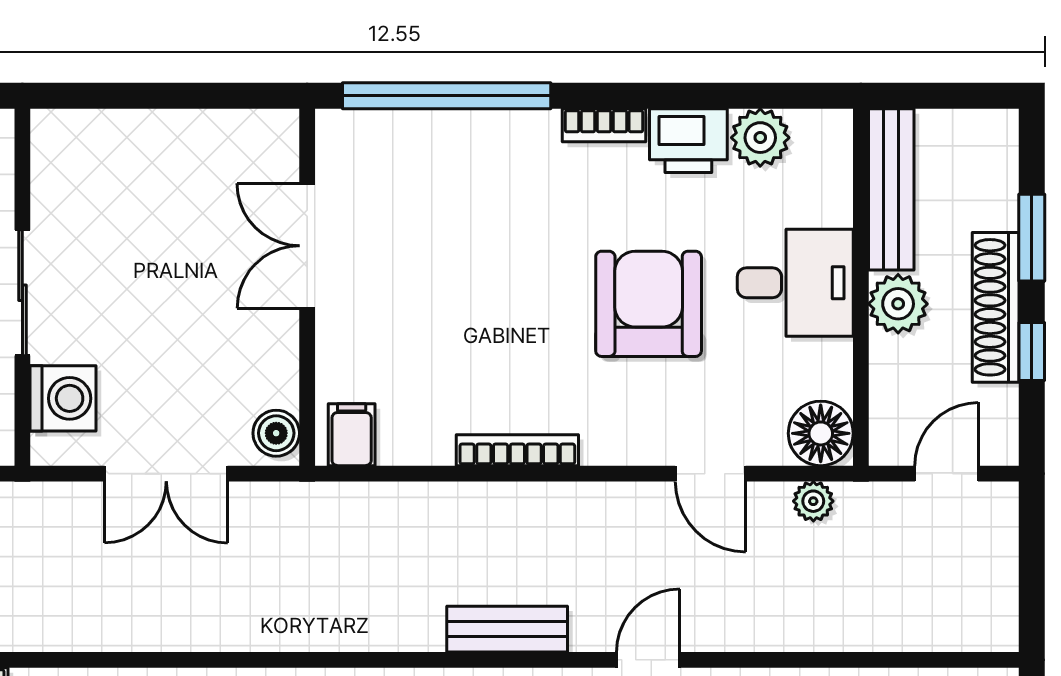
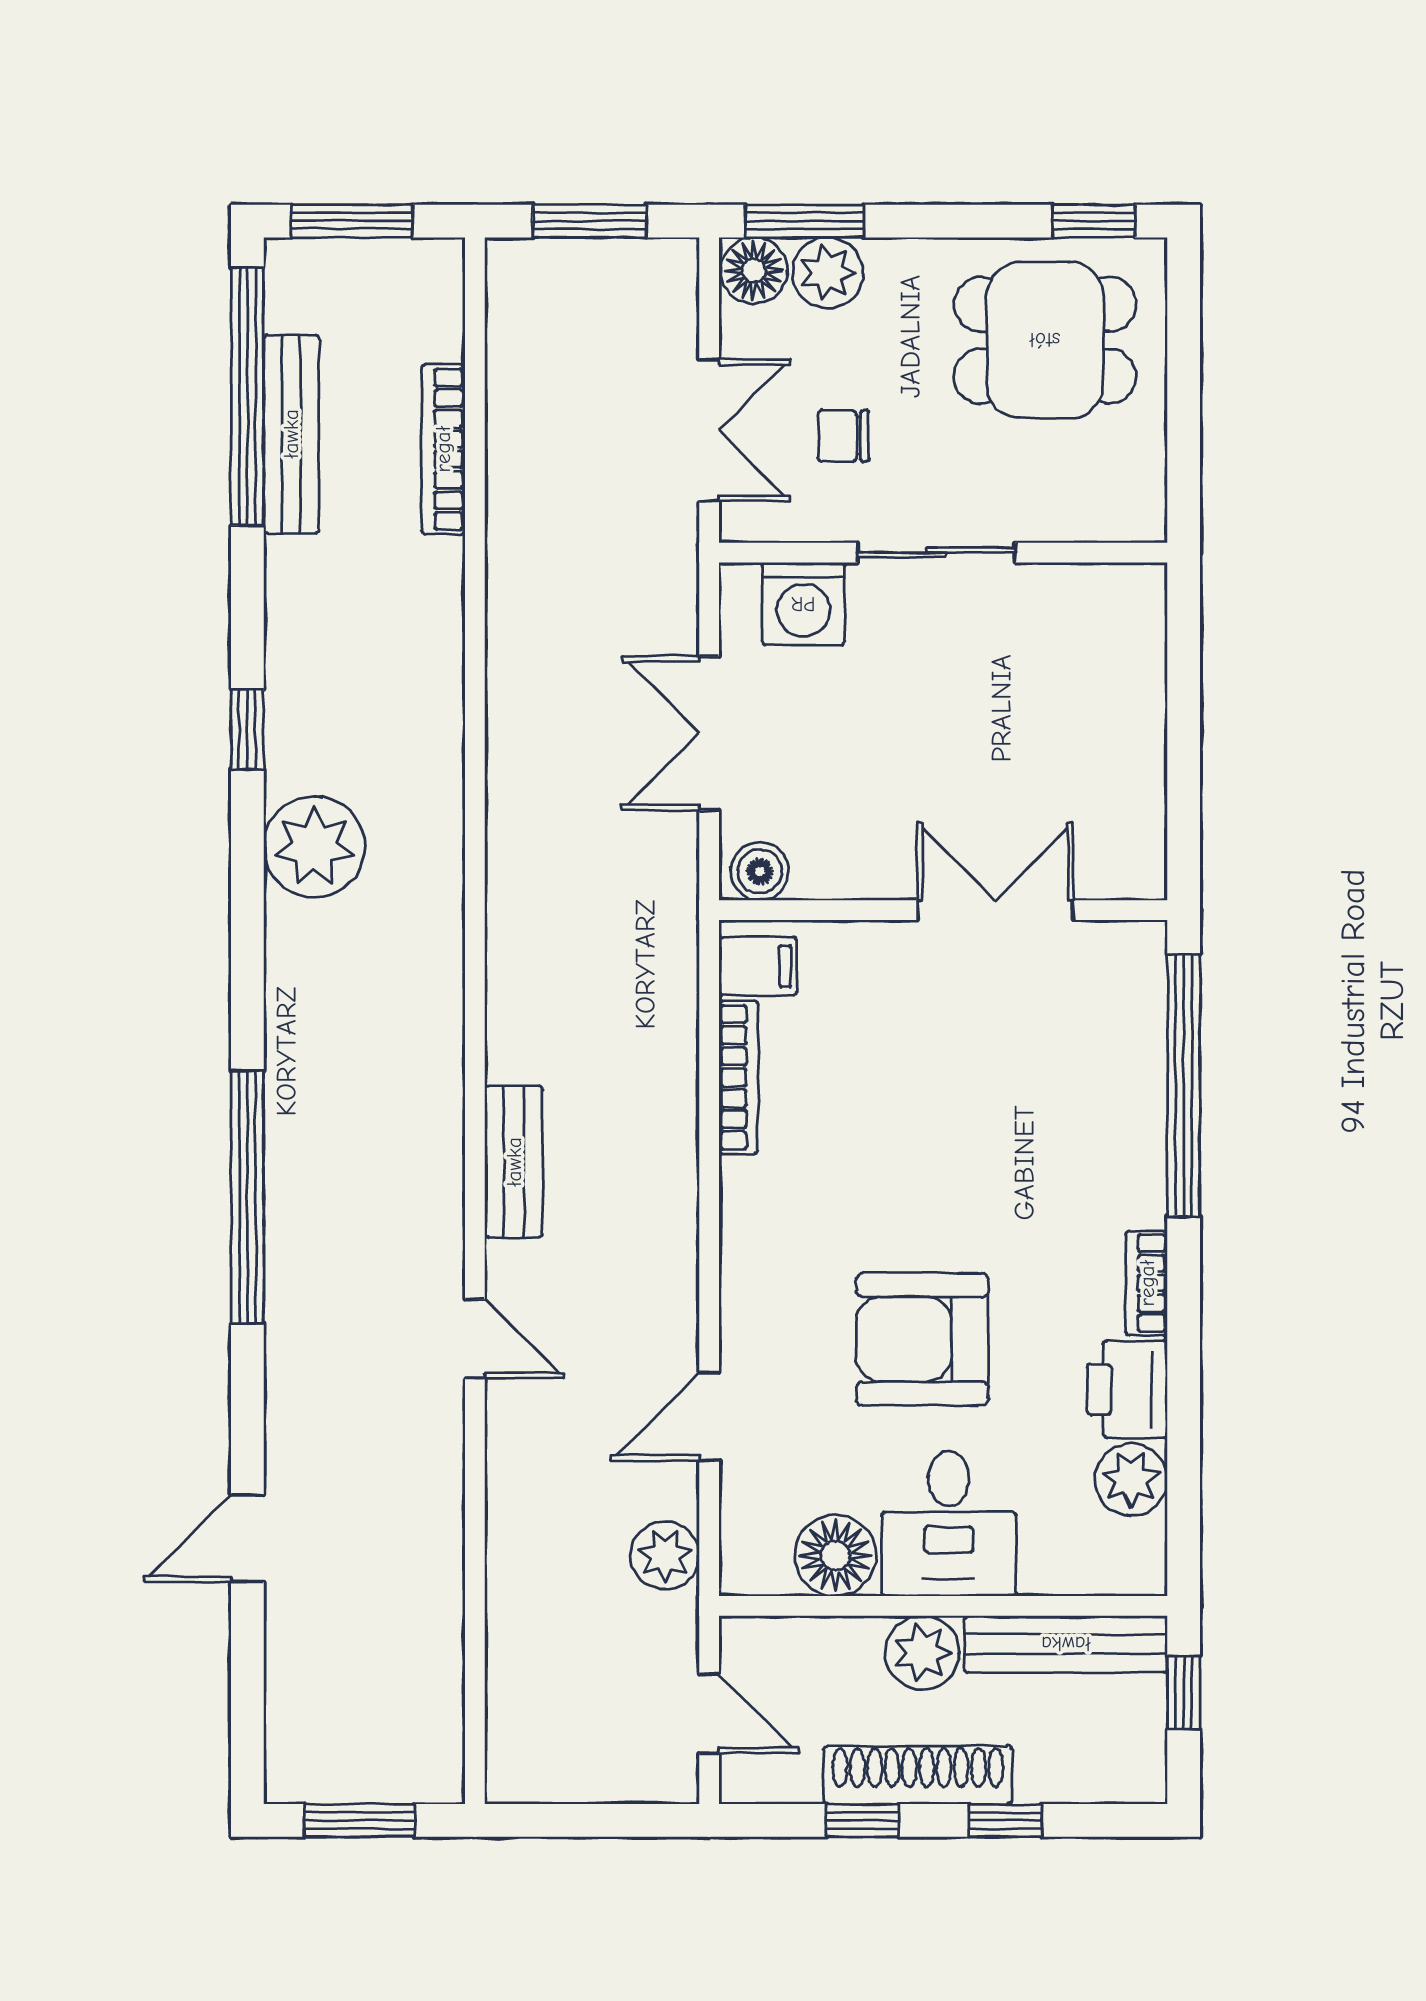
window: (930, 96) -> (1184, 1693), added
window: (1032, 238) -> (1005, 1820), width x0.67
armchair: (649, 304) -> (922, 1339), turned 180
floor lamp: (821, 433) -> (835, 1556), moved
bookcase: (517, 450) -> (738, 1077), moved
plant: (813, 501) -> (665, 1555), width x1.38, depth x1.38

